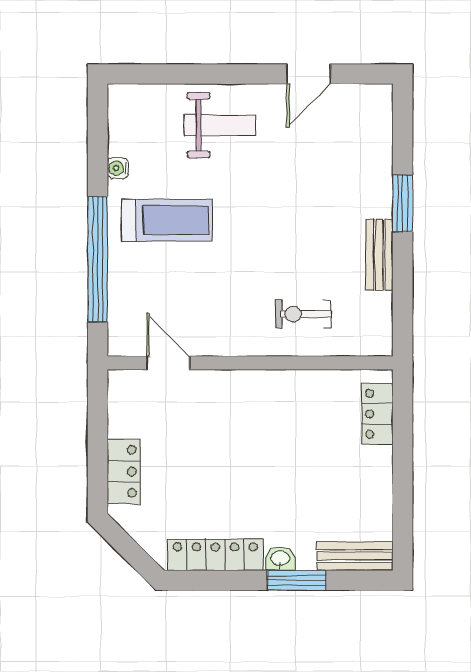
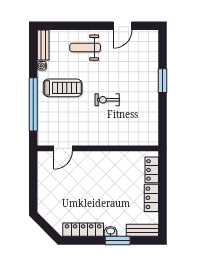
weight bench: (220, 125) -> (85, 48), turned 180
bench: (379, 255) -> (43, 45), moved
exercise bike: (303, 314) -> (107, 100), moved
door: (168, 363) -> (63, 148), swing flipped
locker: (124, 471) -> (151, 198), moved, turned 180

